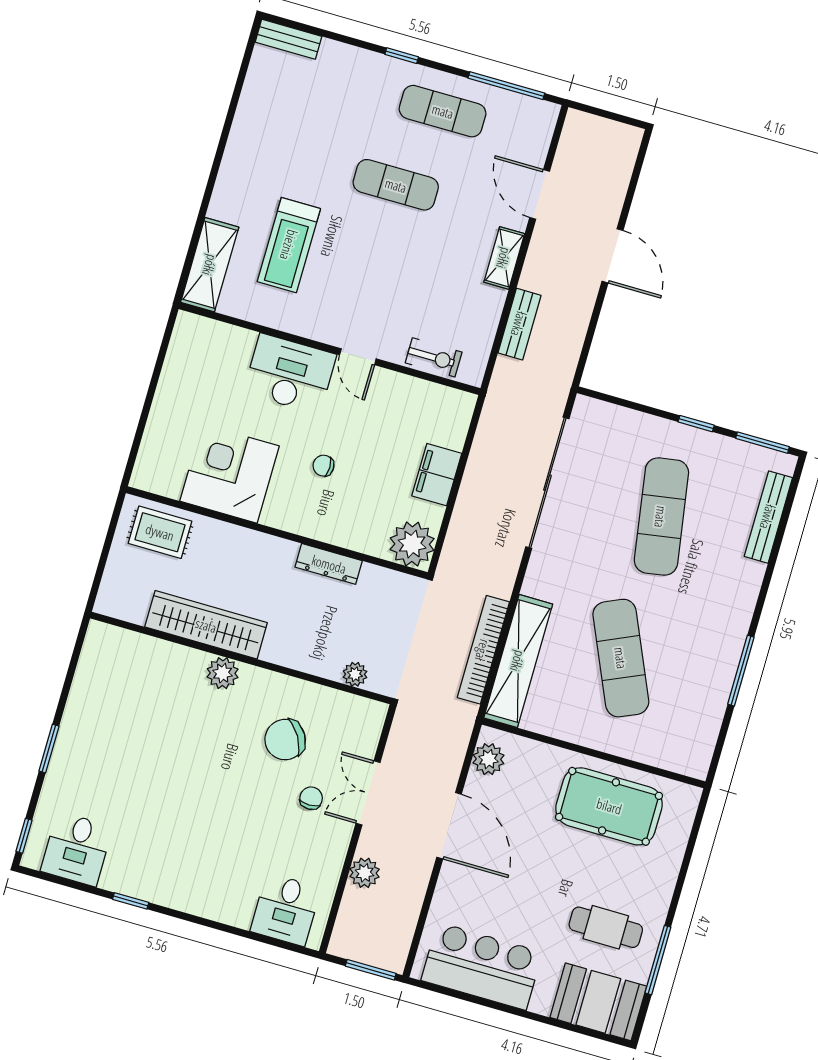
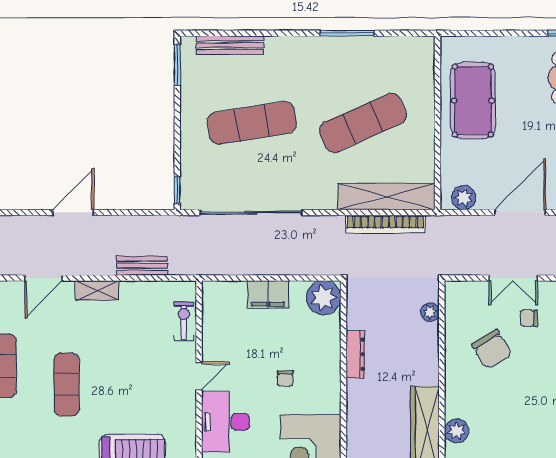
window: (696, 424) -> (177, 190), moved
plant: (223, 673) -> (457, 431), moved

